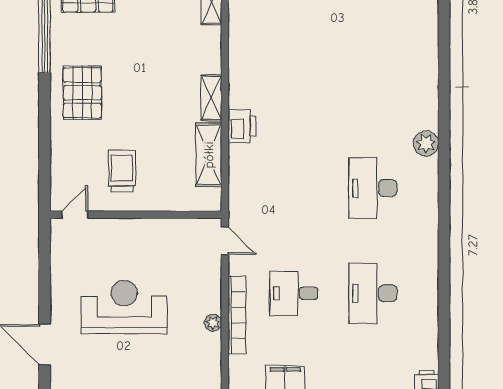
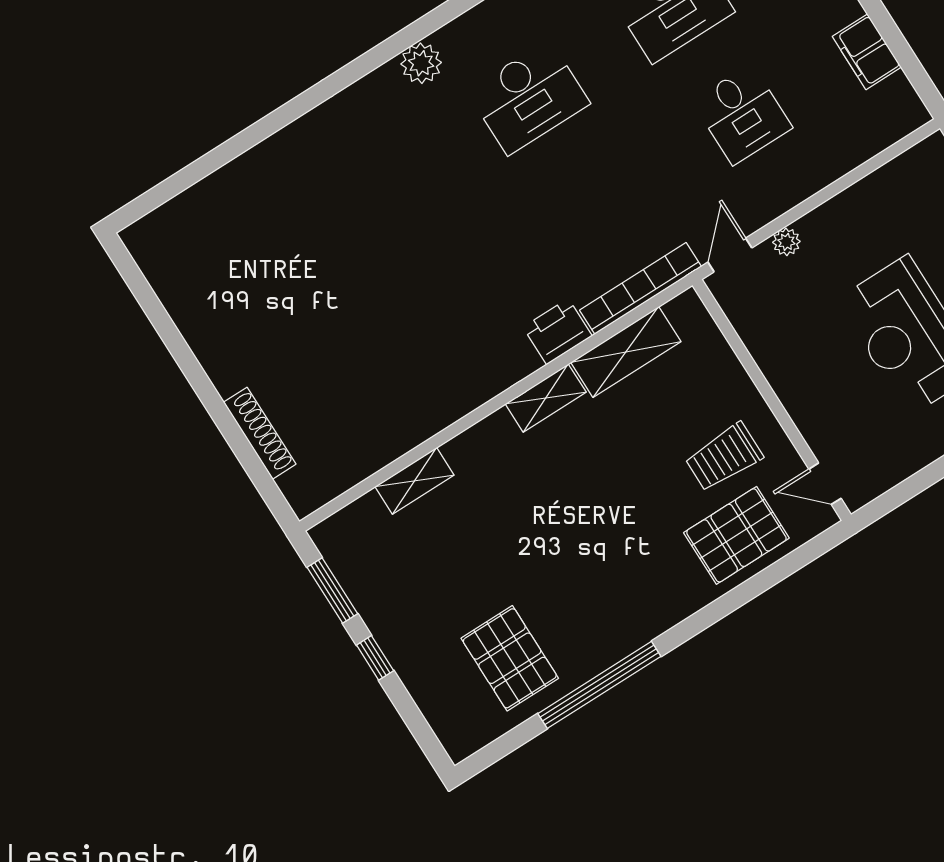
pallet: (82, 93) -> (736, 535), moved
bookcase: (237, 315) -> (641, 288), moved
plant: (213, 323) -> (786, 242), moved

